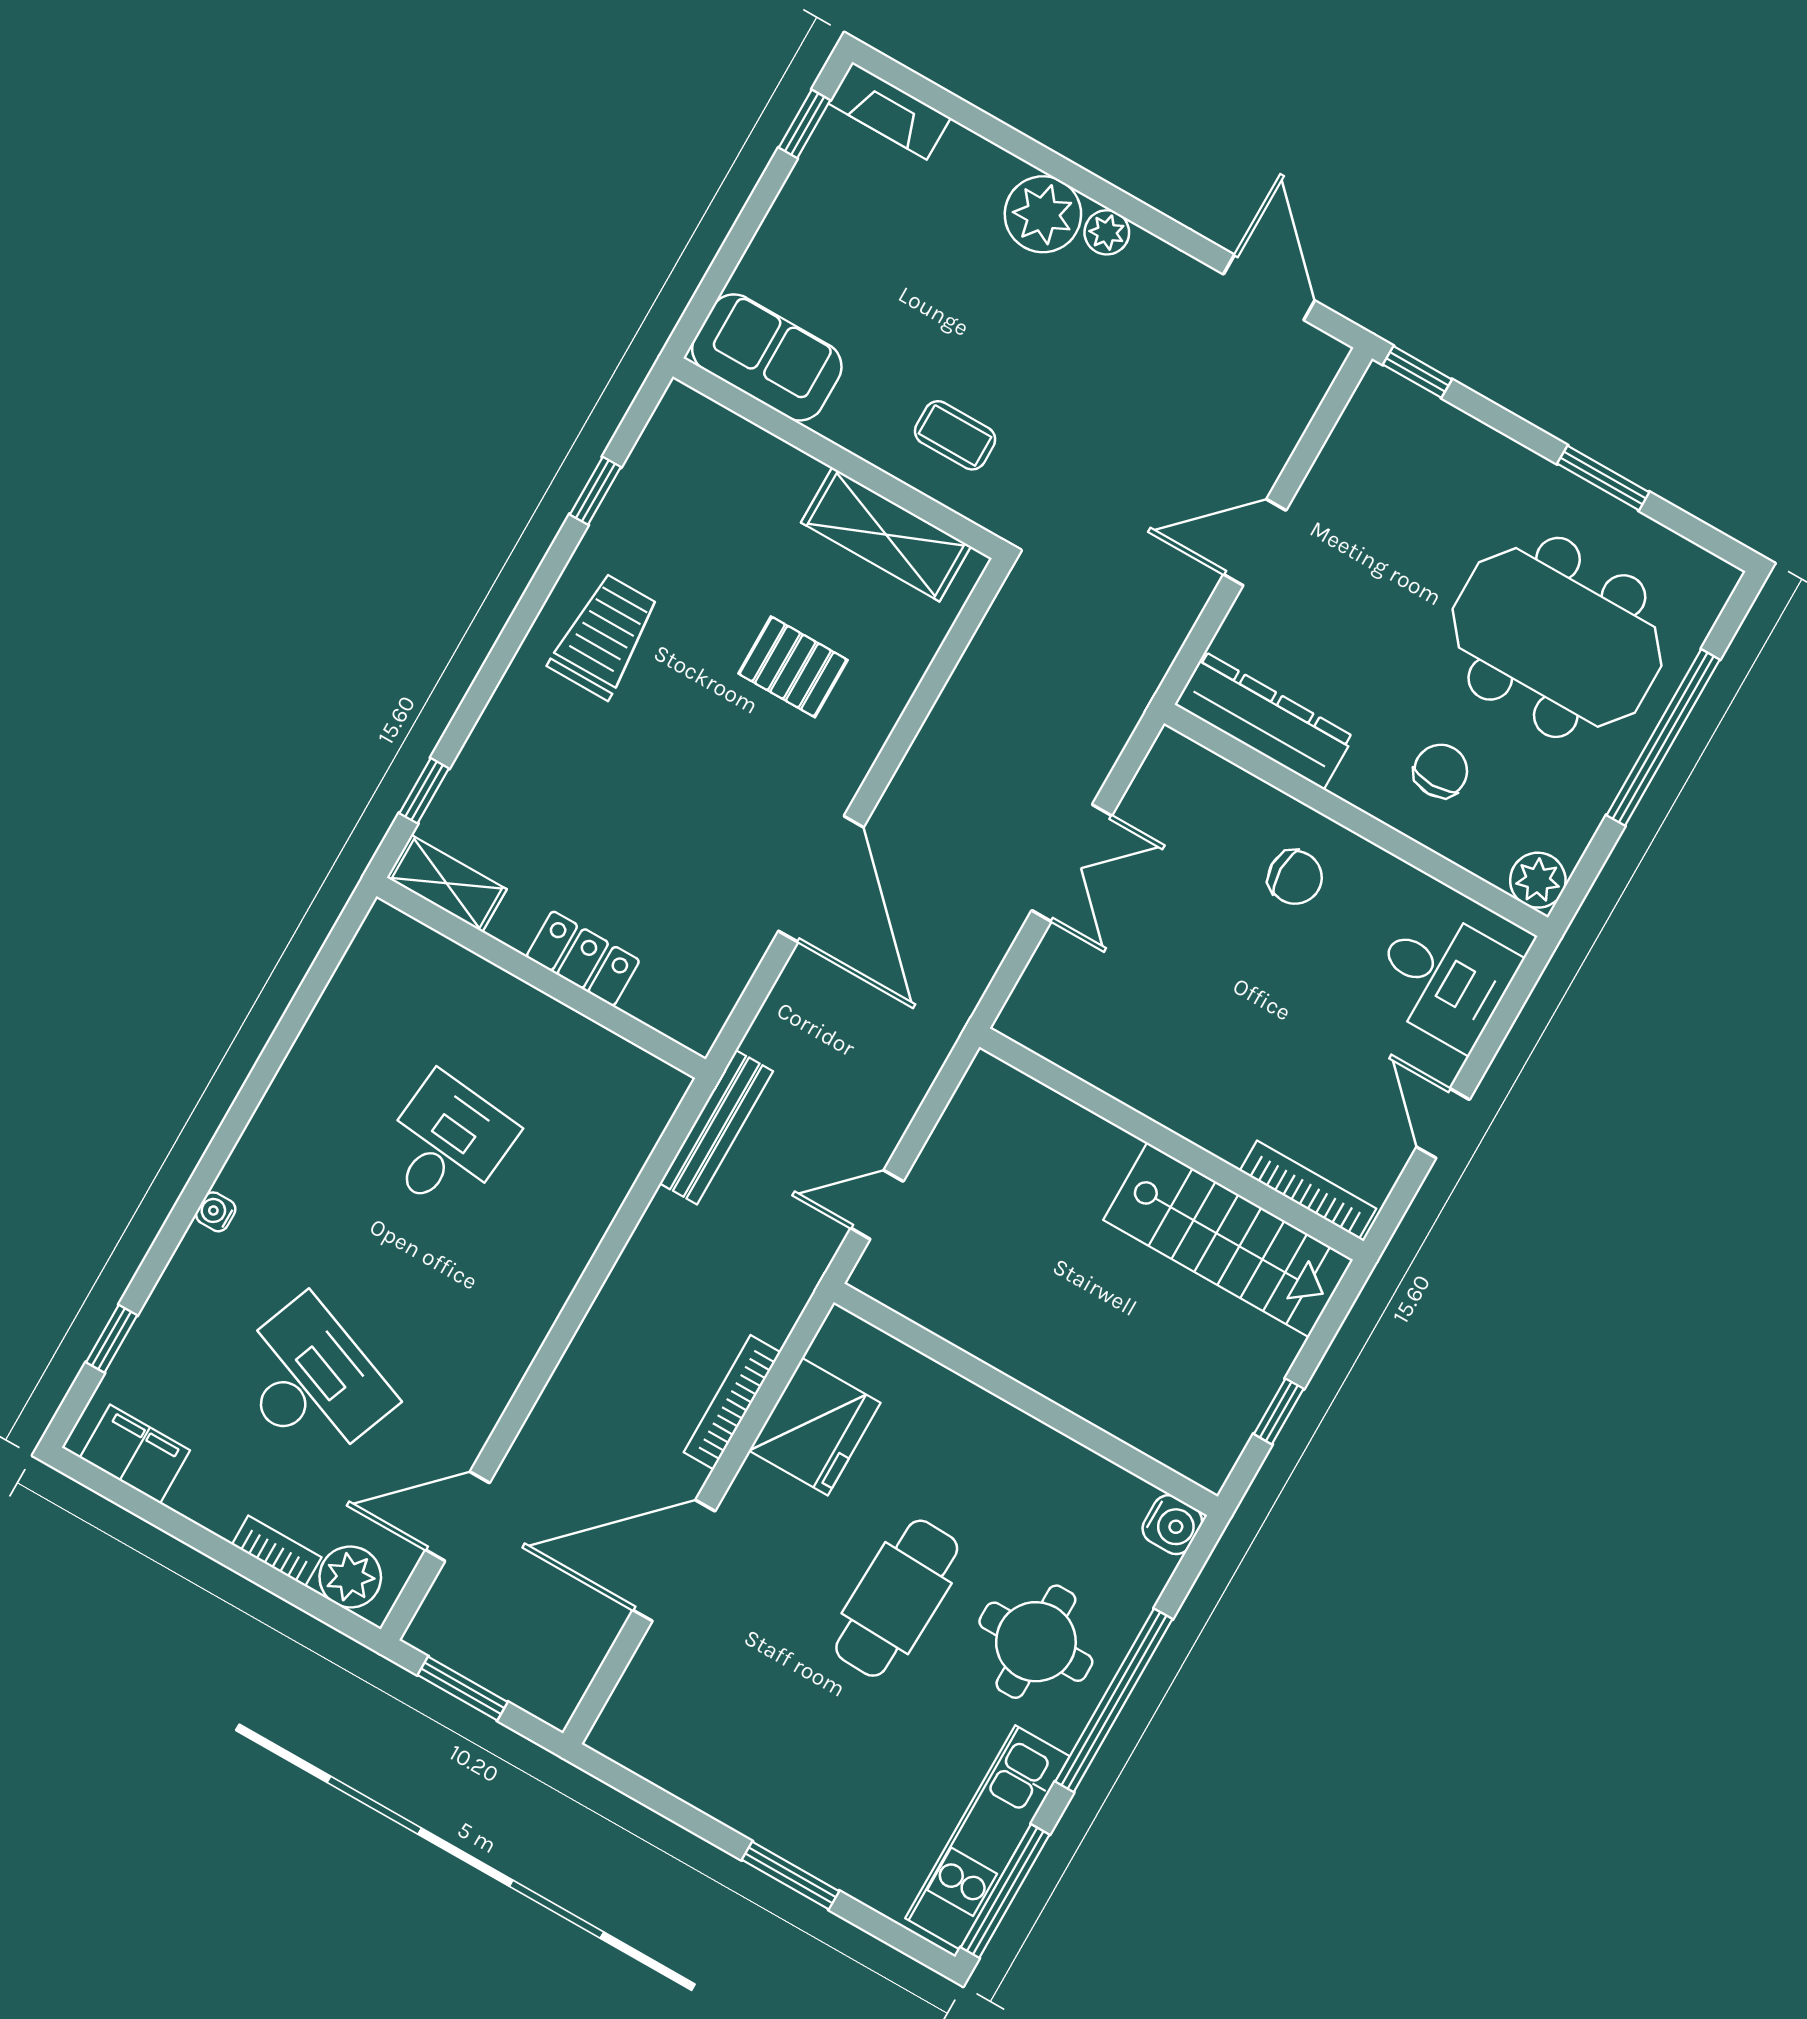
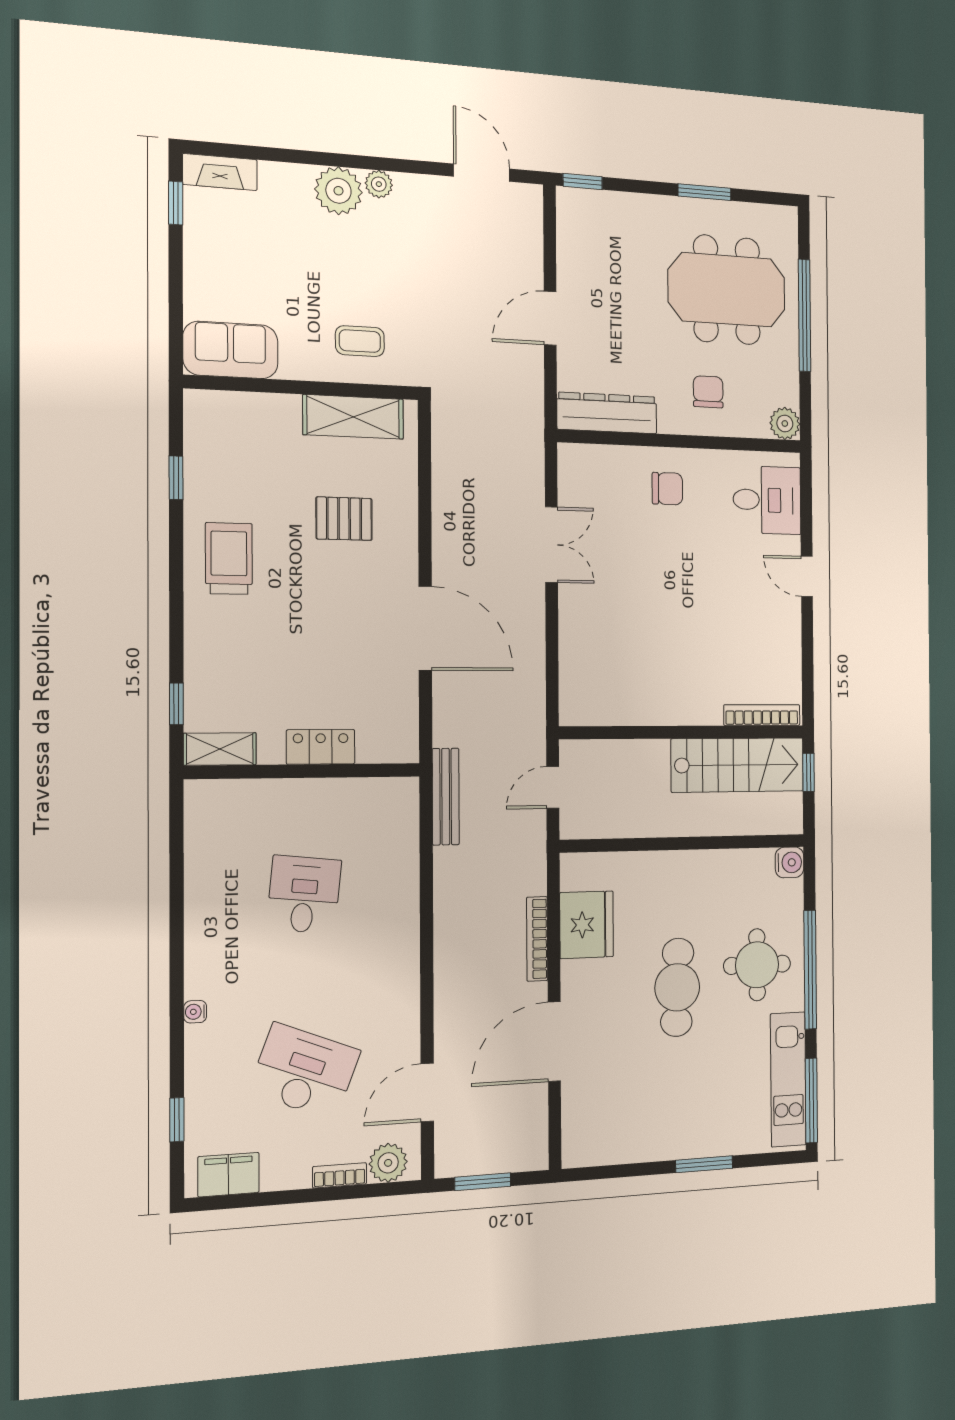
wall: (1171, 1144) -> (683, 732), moved
bookcase: (1308, 1190) -> (762, 715), moved
stairs: (1228, 1240) -> (738, 765), moved

